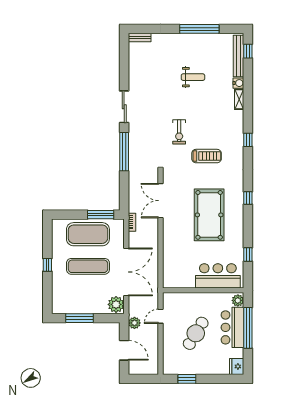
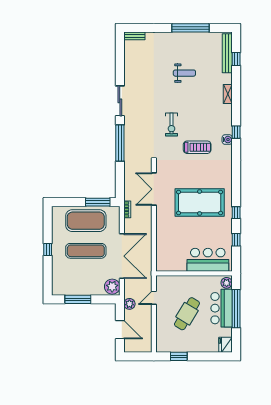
window: (248, 51) -> (236, 59), moved
water cooler: (238, 83) -> (227, 140), moved
window: (248, 198) -> (236, 213), moved
pool table: (209, 215) -> (200, 202), turned 90

